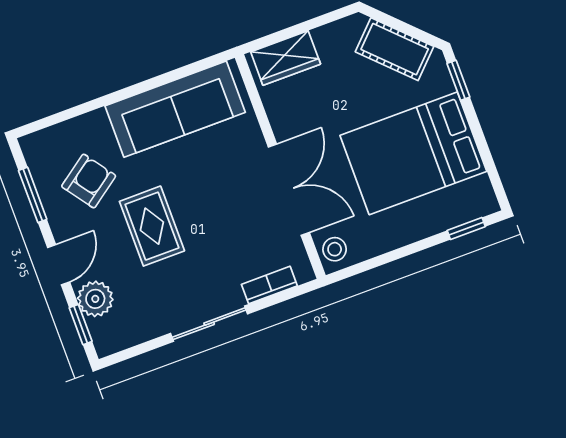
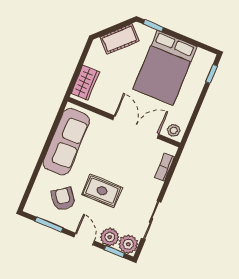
sliding door: (209, 324) -> (151, 220), moved
plant: (110, 335) -> (128, 244), added

